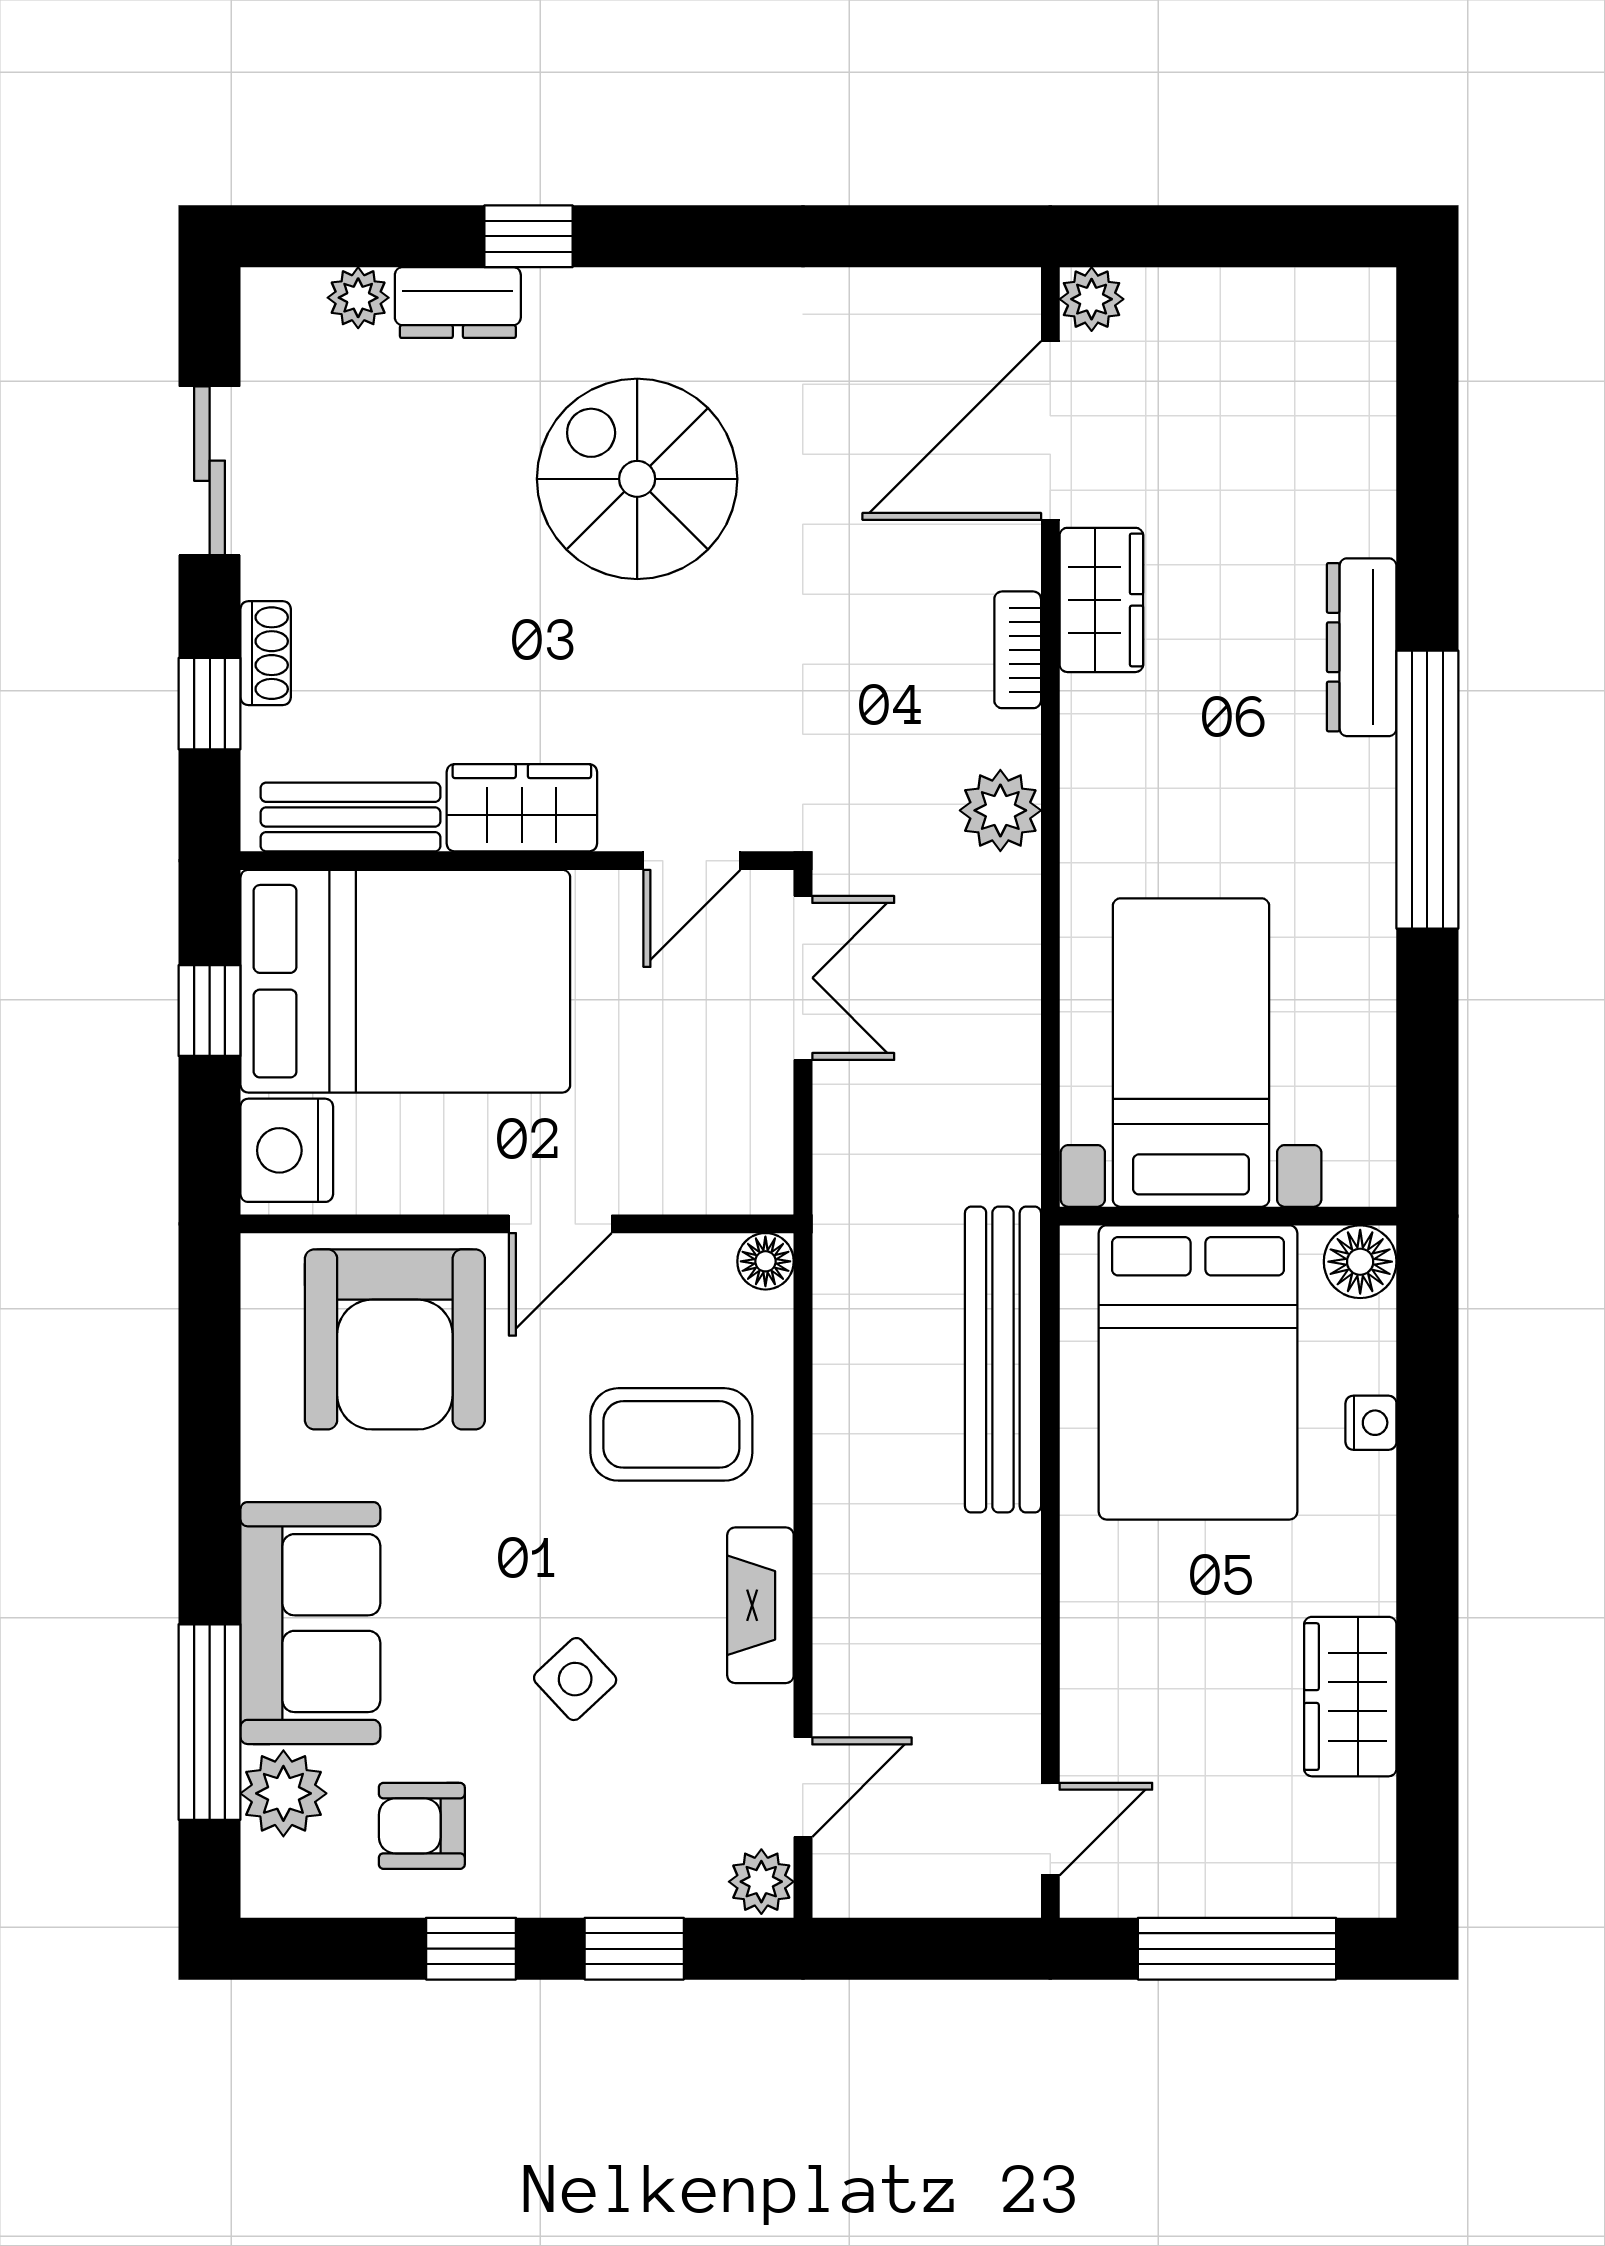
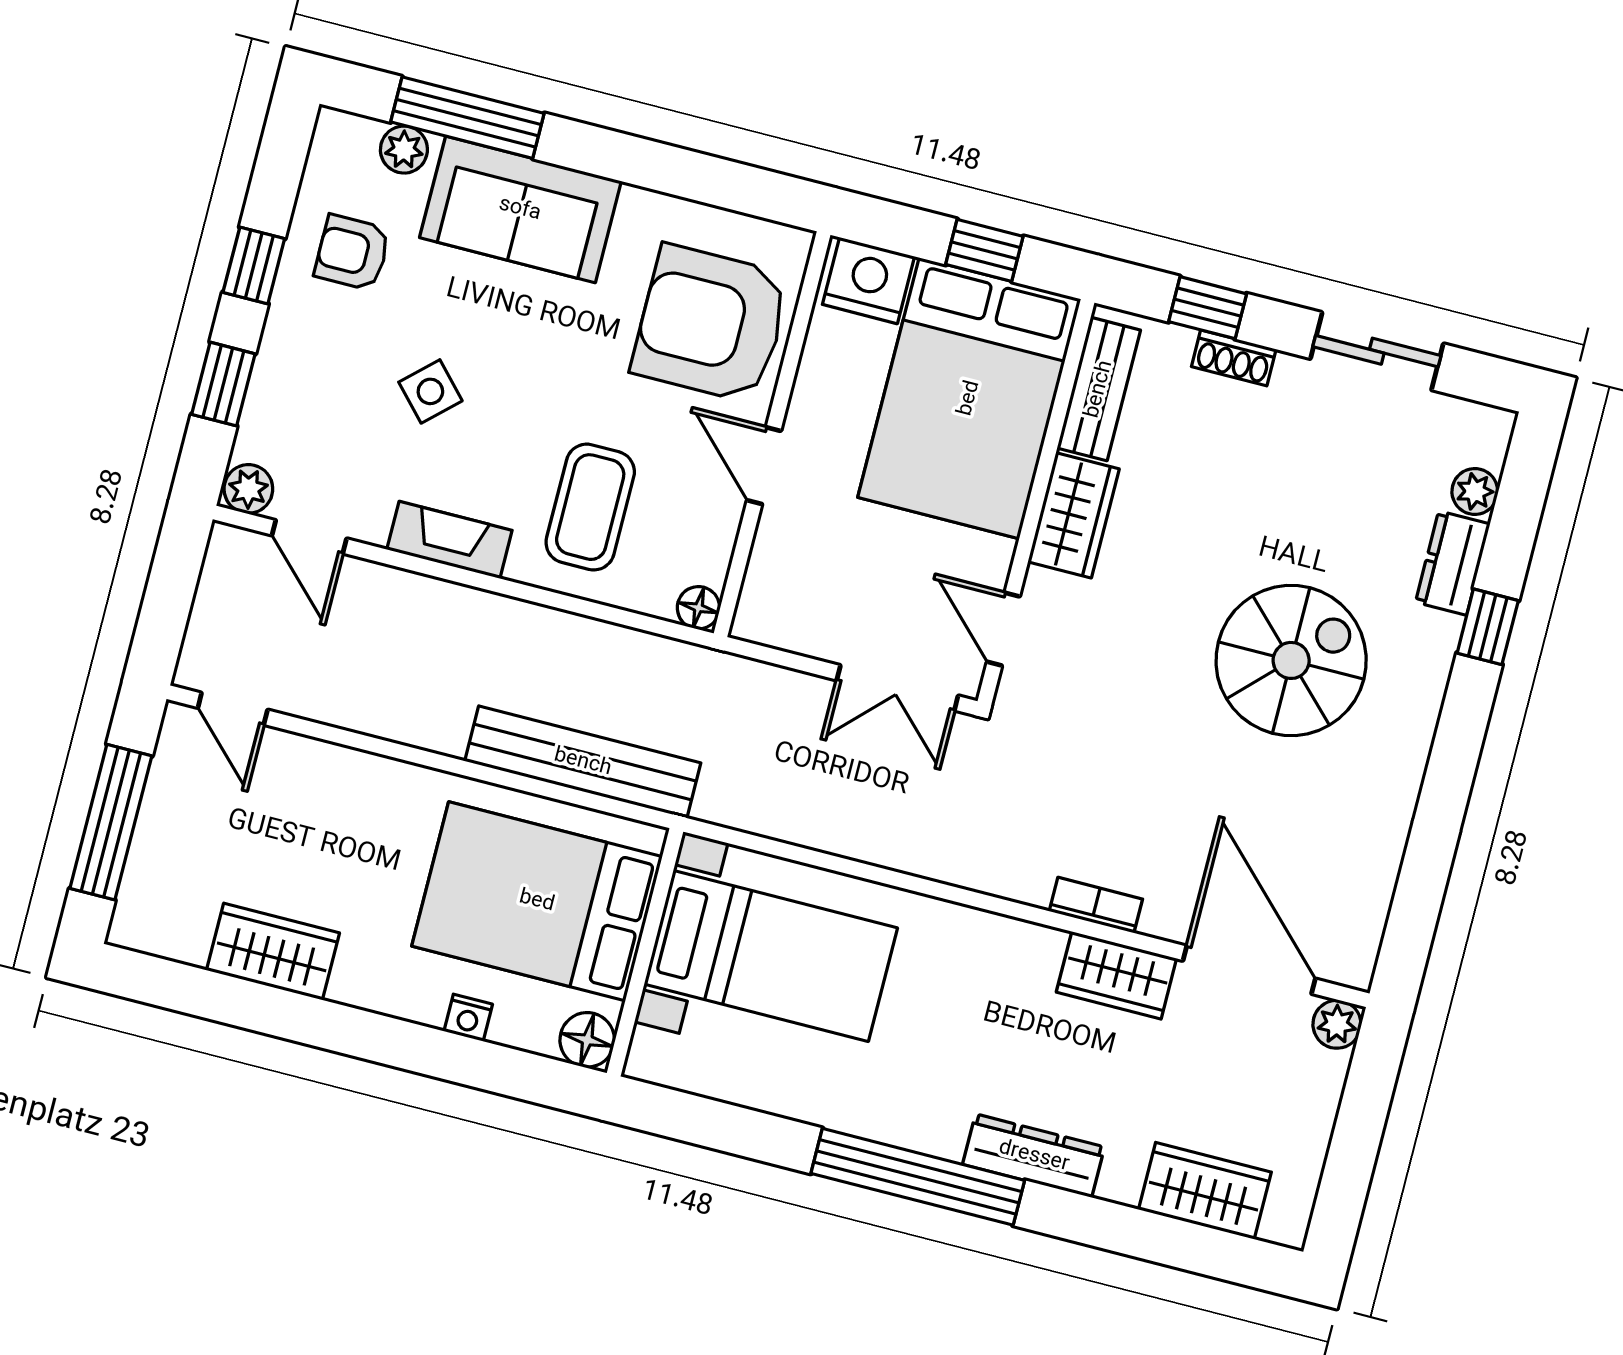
wardrobe: (1350, 414) -> (1205, 1191), added
plant: (1000, 810) -> (982, 863), removed
plant: (283, 1793) -> (404, 150), width x0.73, depth x0.73
armchair: (422, 1826) -> (352, 253), turned -90

